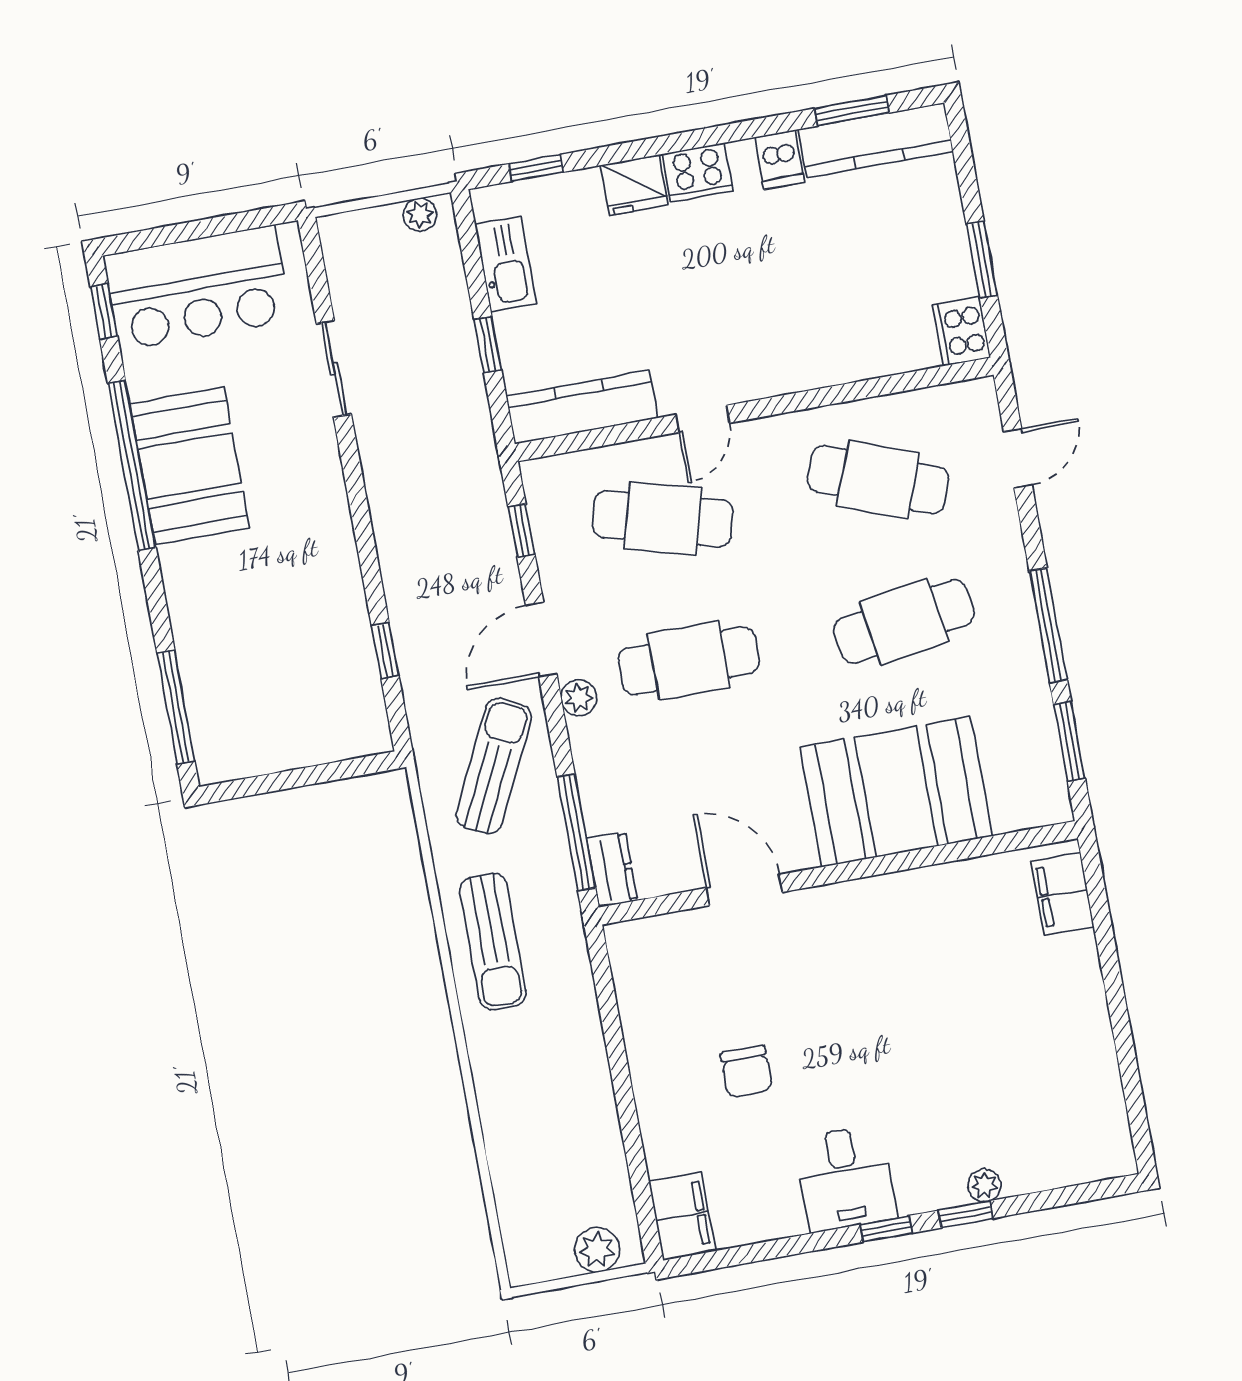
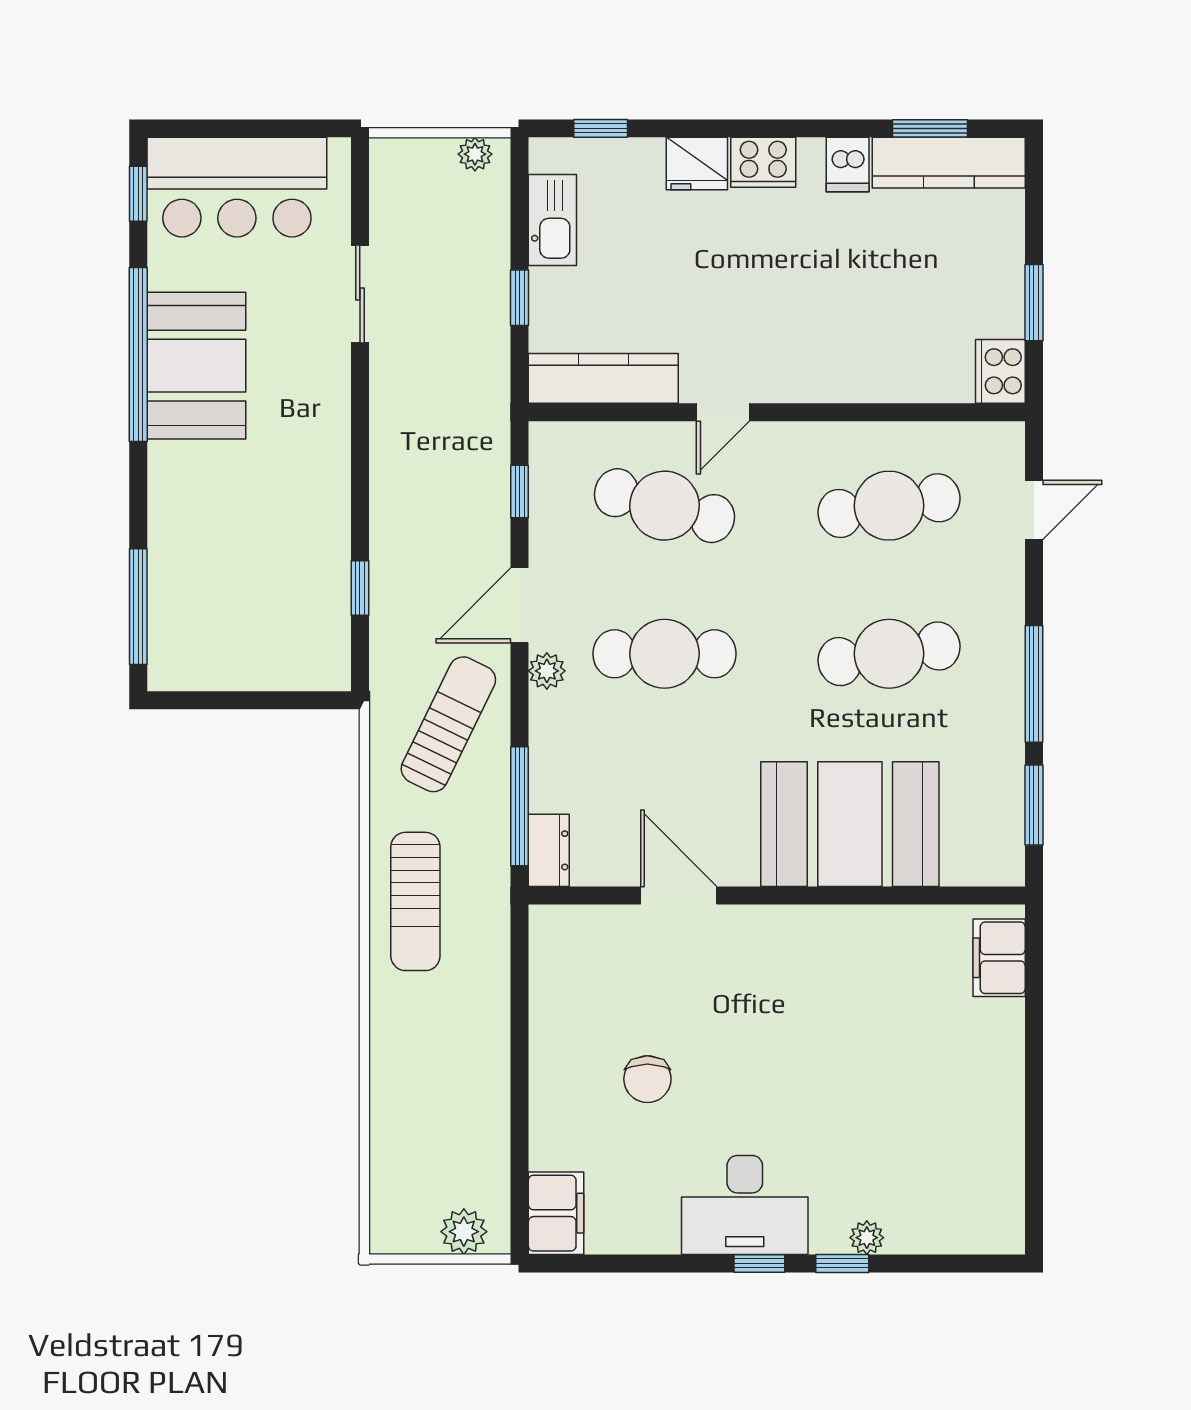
cafe table: (878, 480) -> (889, 506), turned -30
desk: (845, 1178) -> (745, 1205), width x1.37

